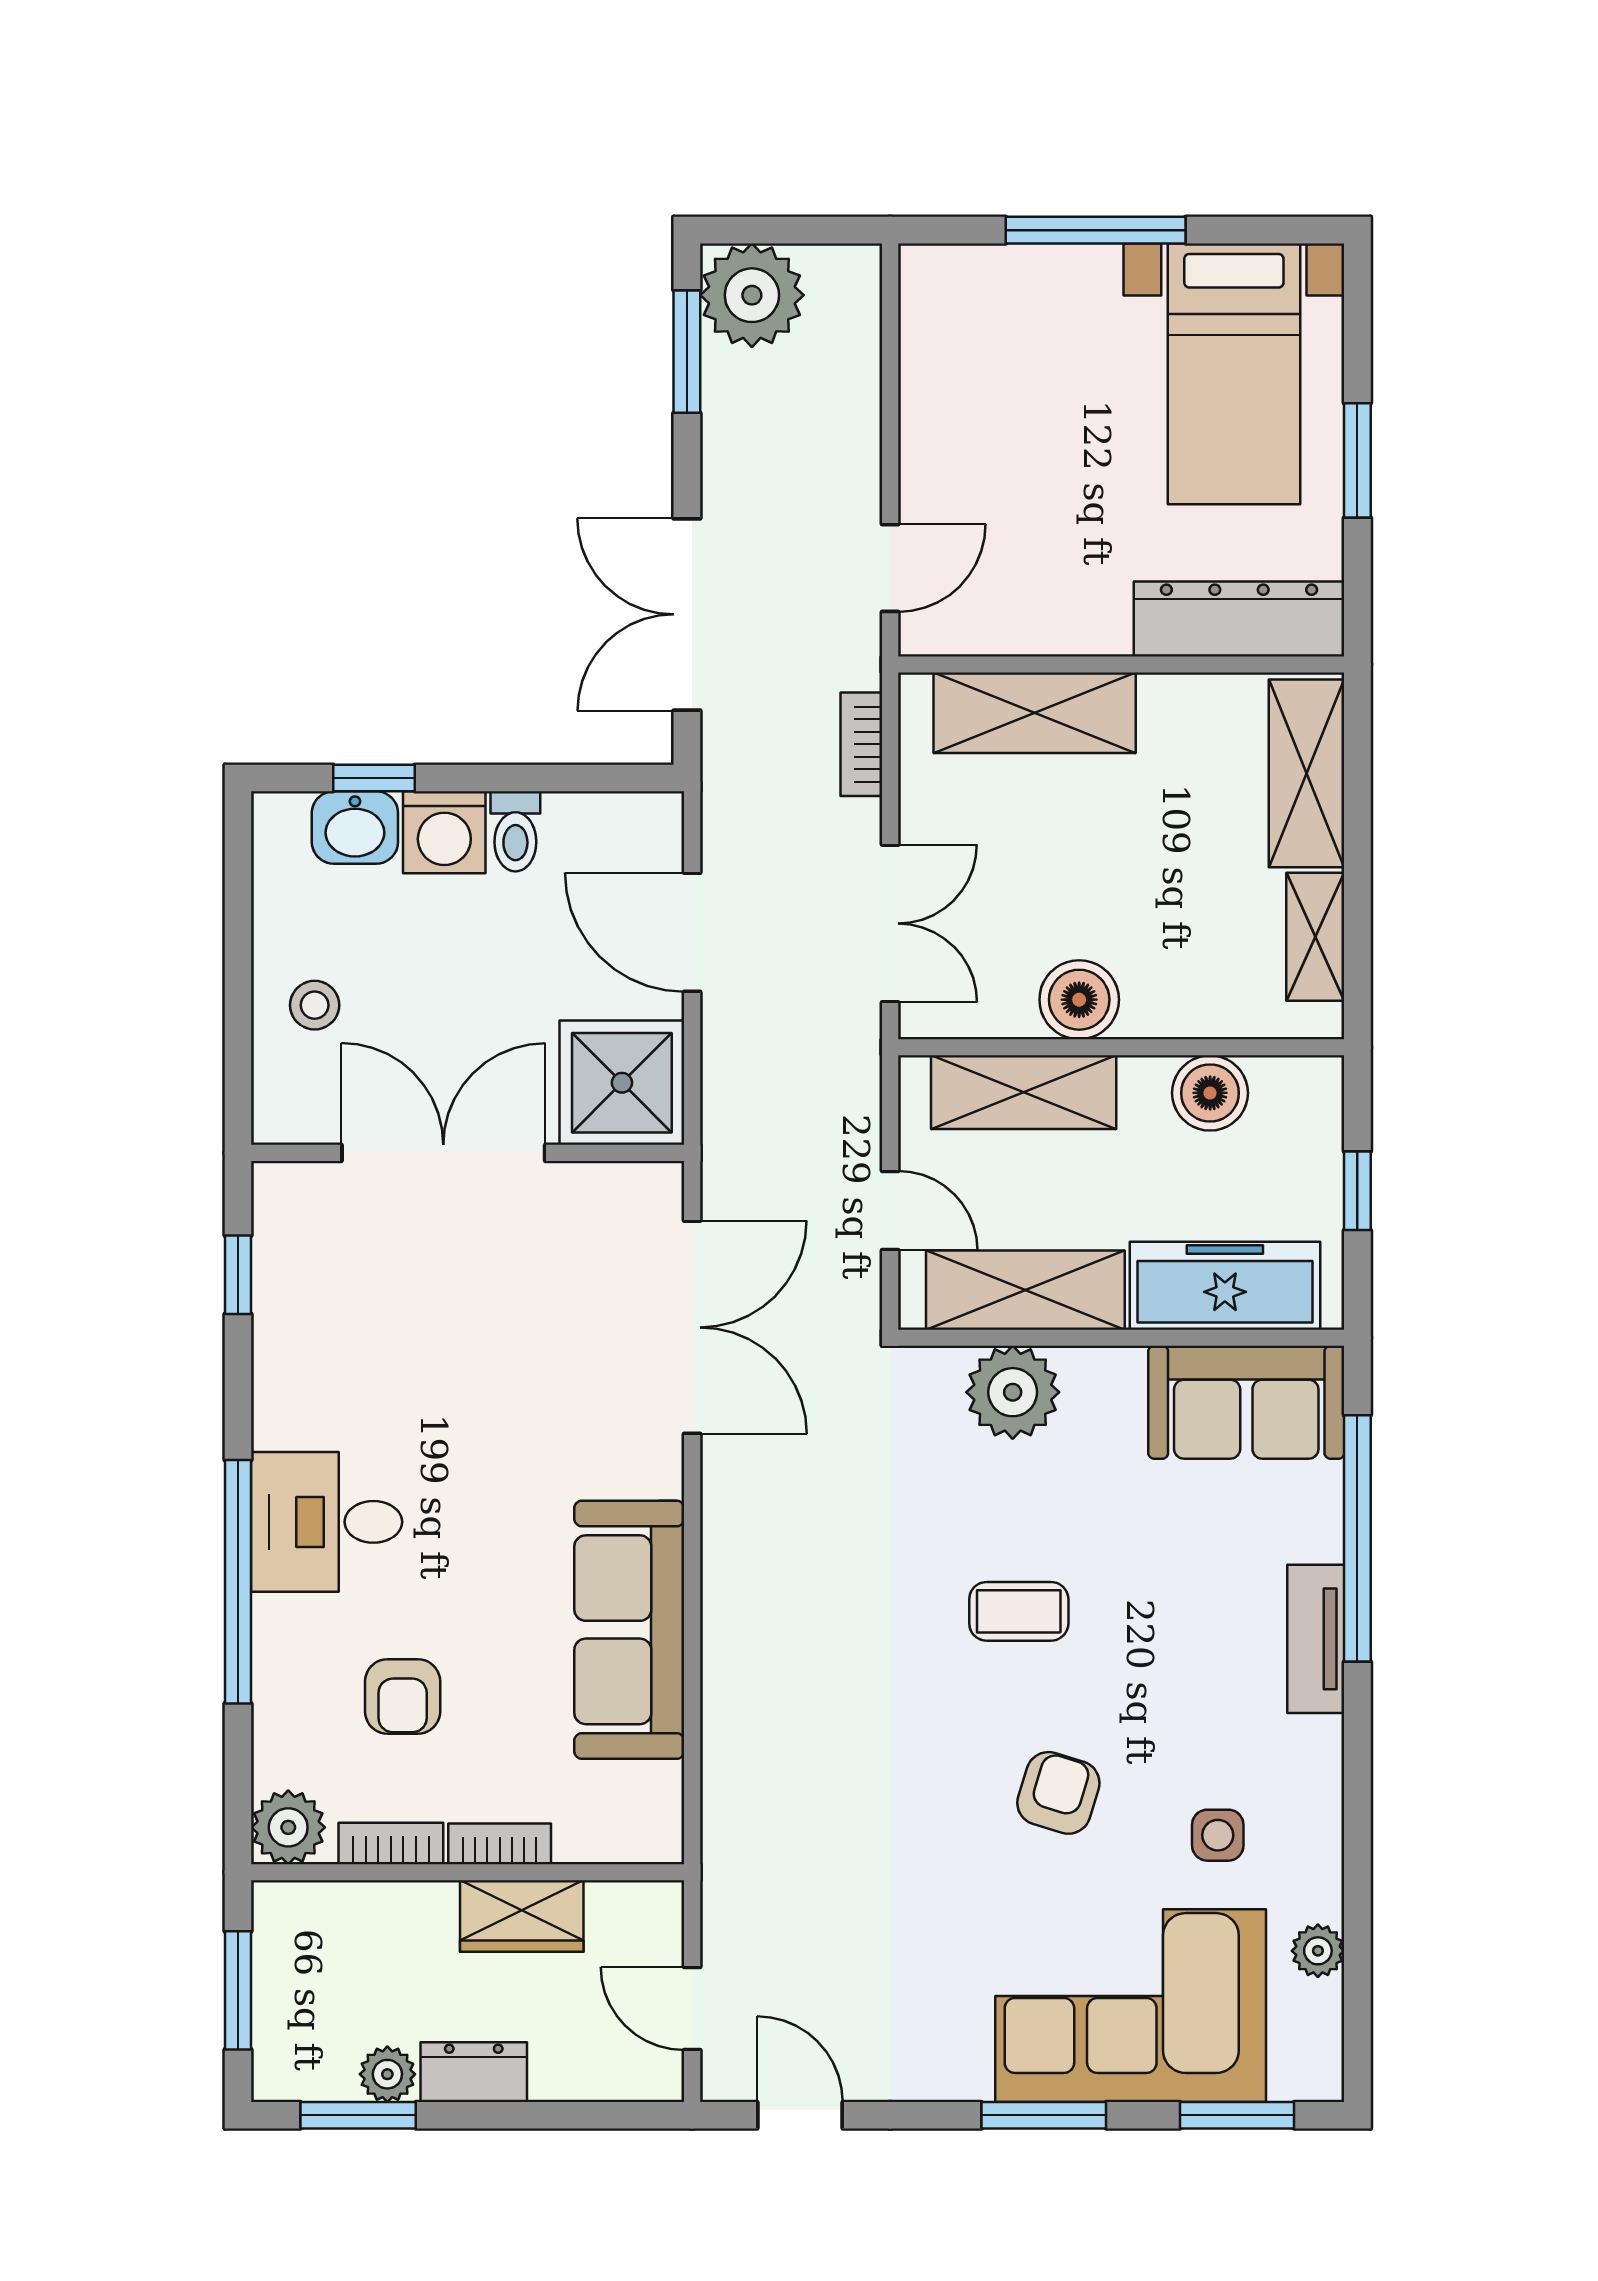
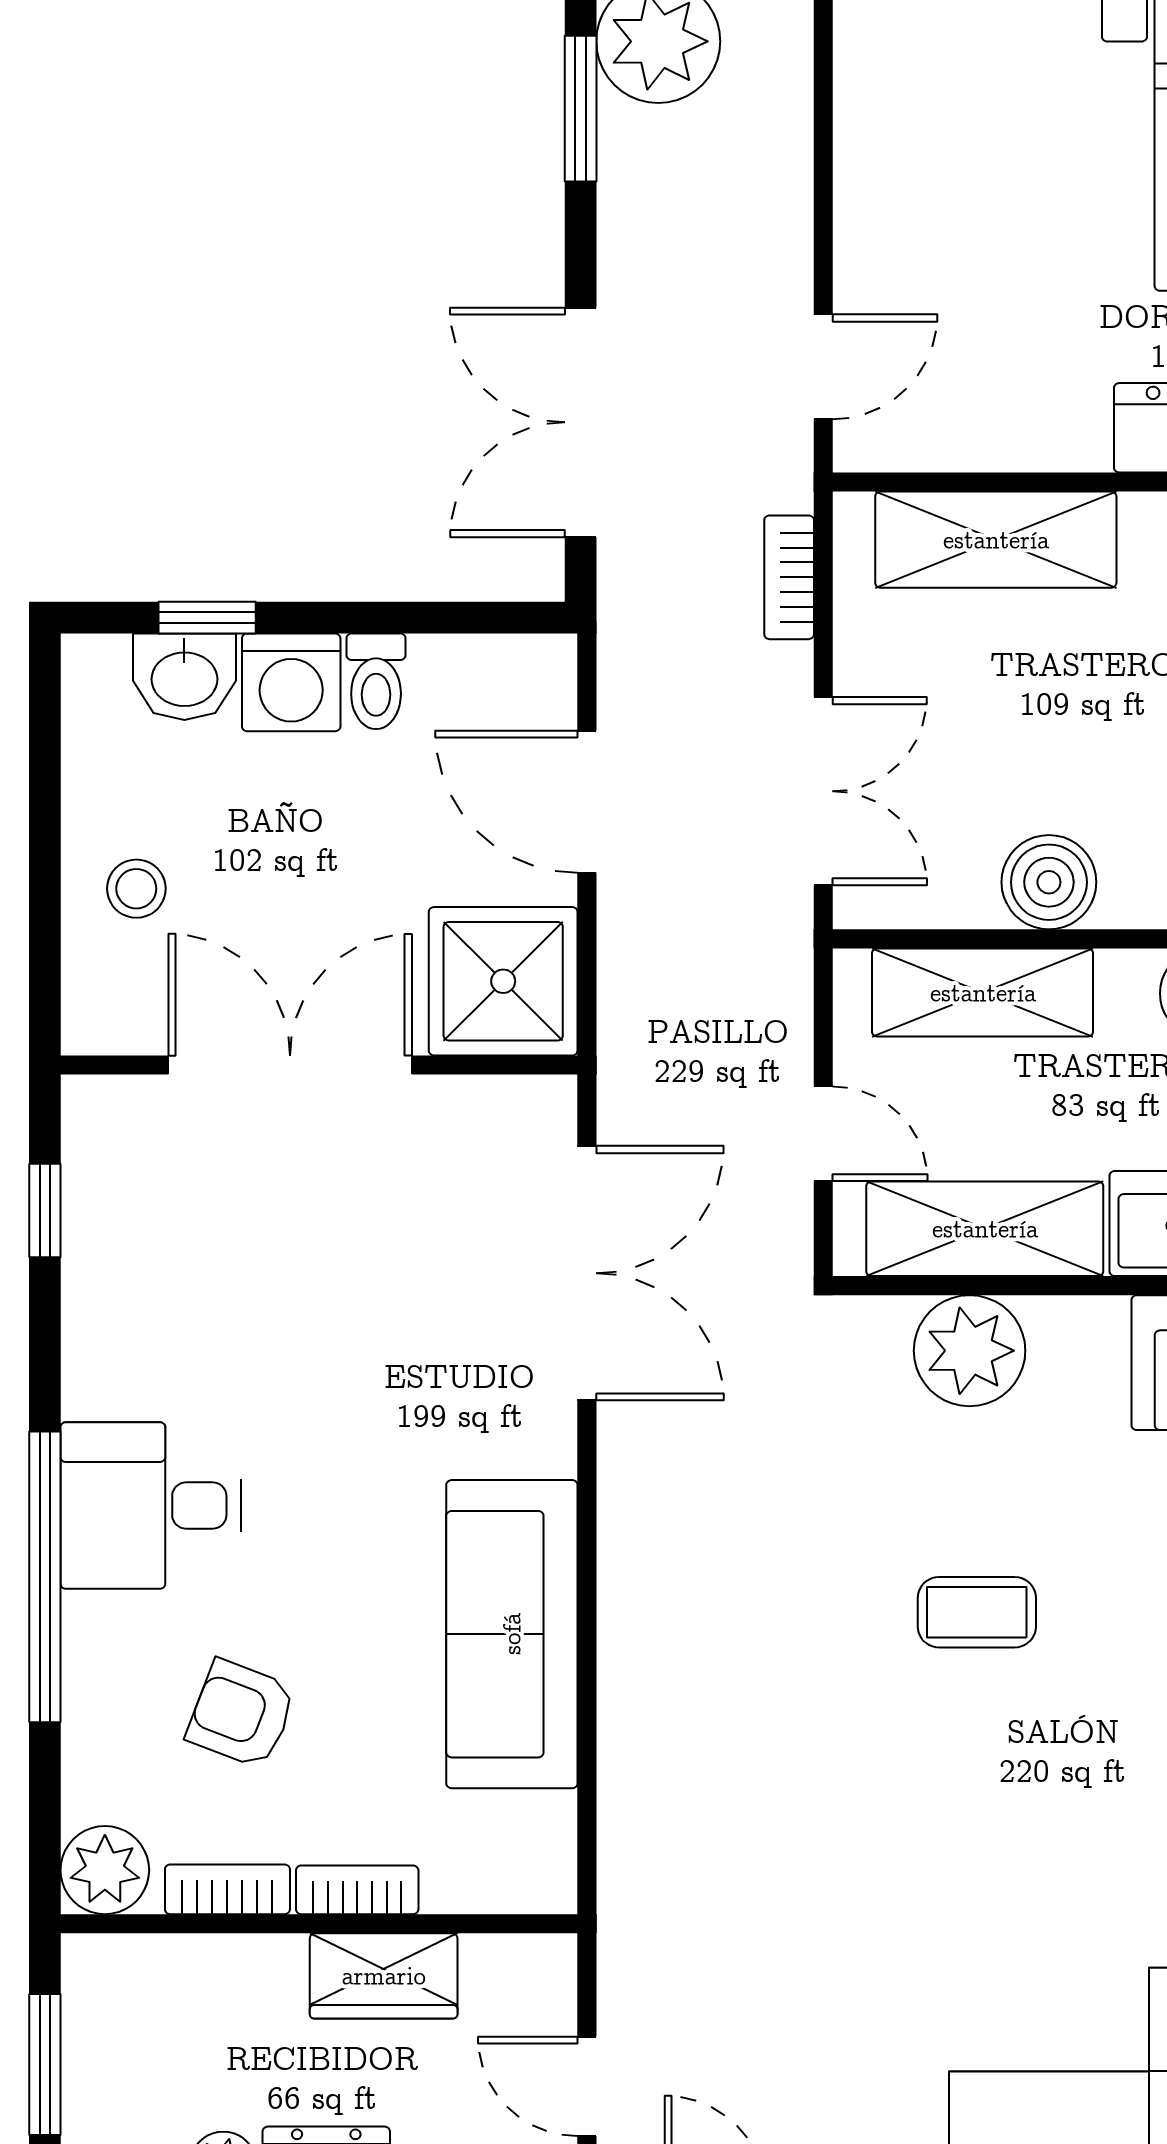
armchair: (403, 1696) -> (241, 1714), turned 111
armchair: (1058, 1793) -> (1024, 1829), removed

